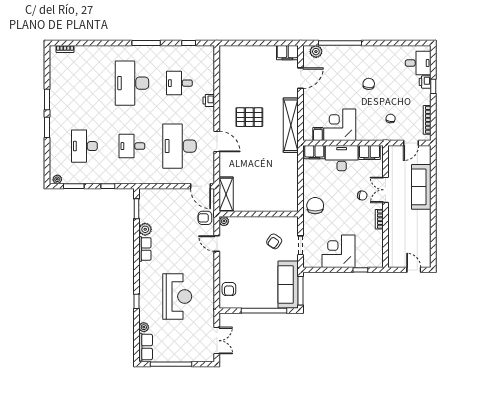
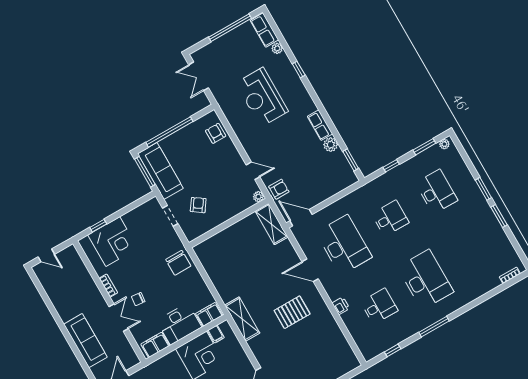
shelving: (291, 125) -> (242, 319), width x0.68
corner desk: (338, 251) -> (113, 242), moved

